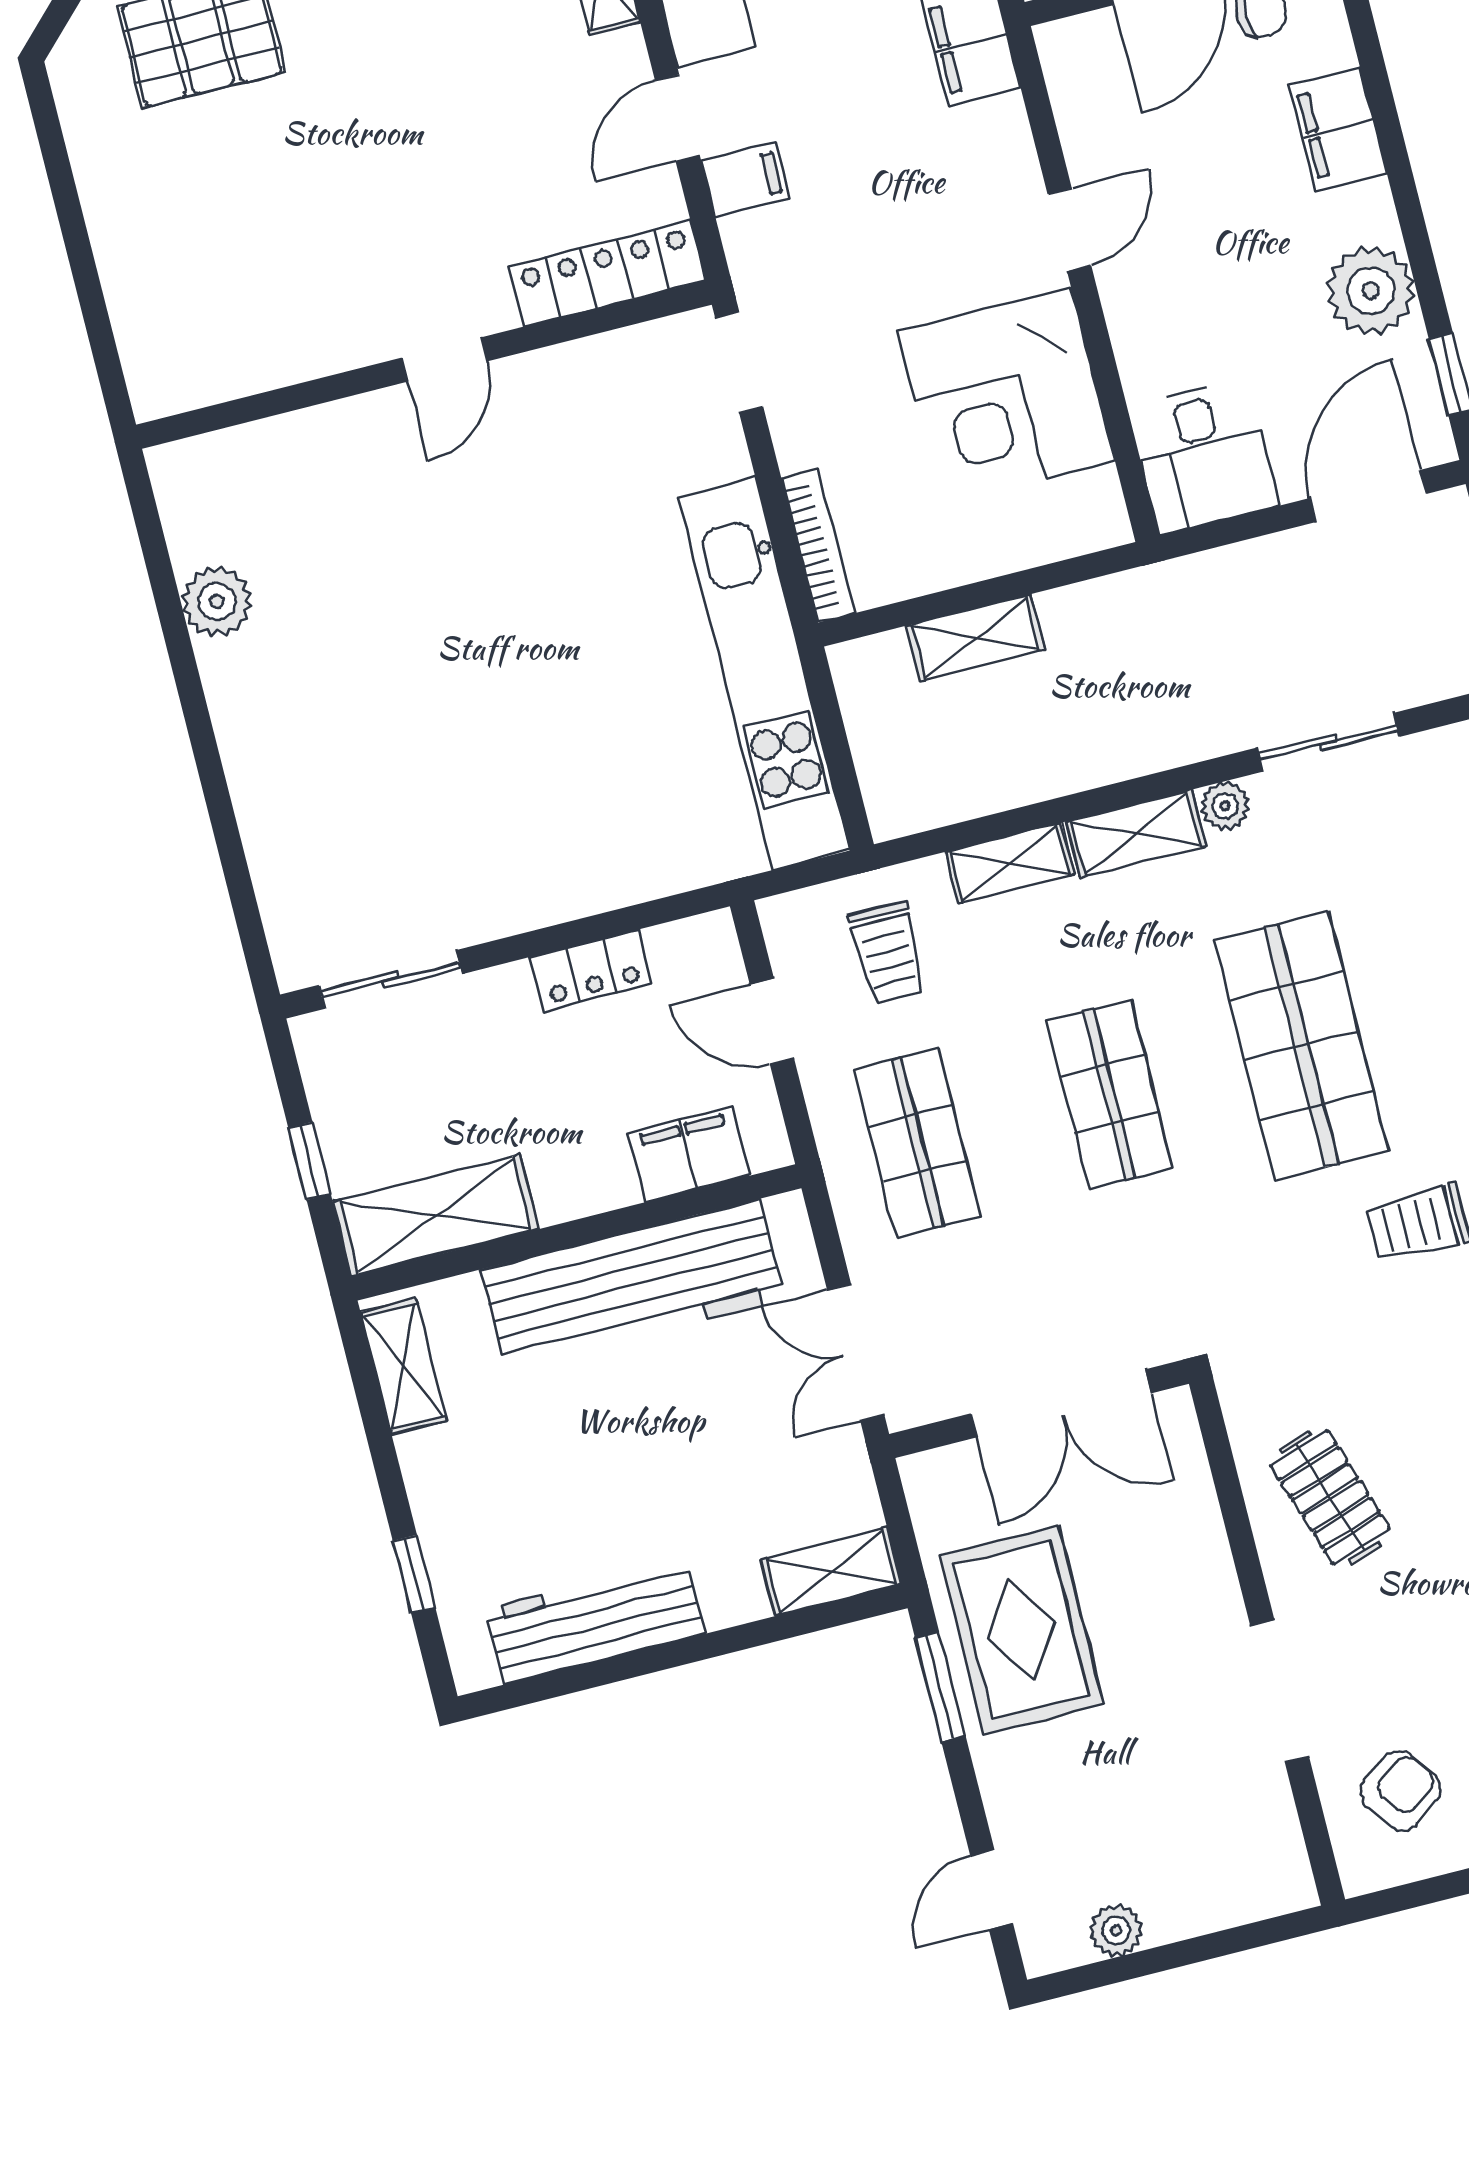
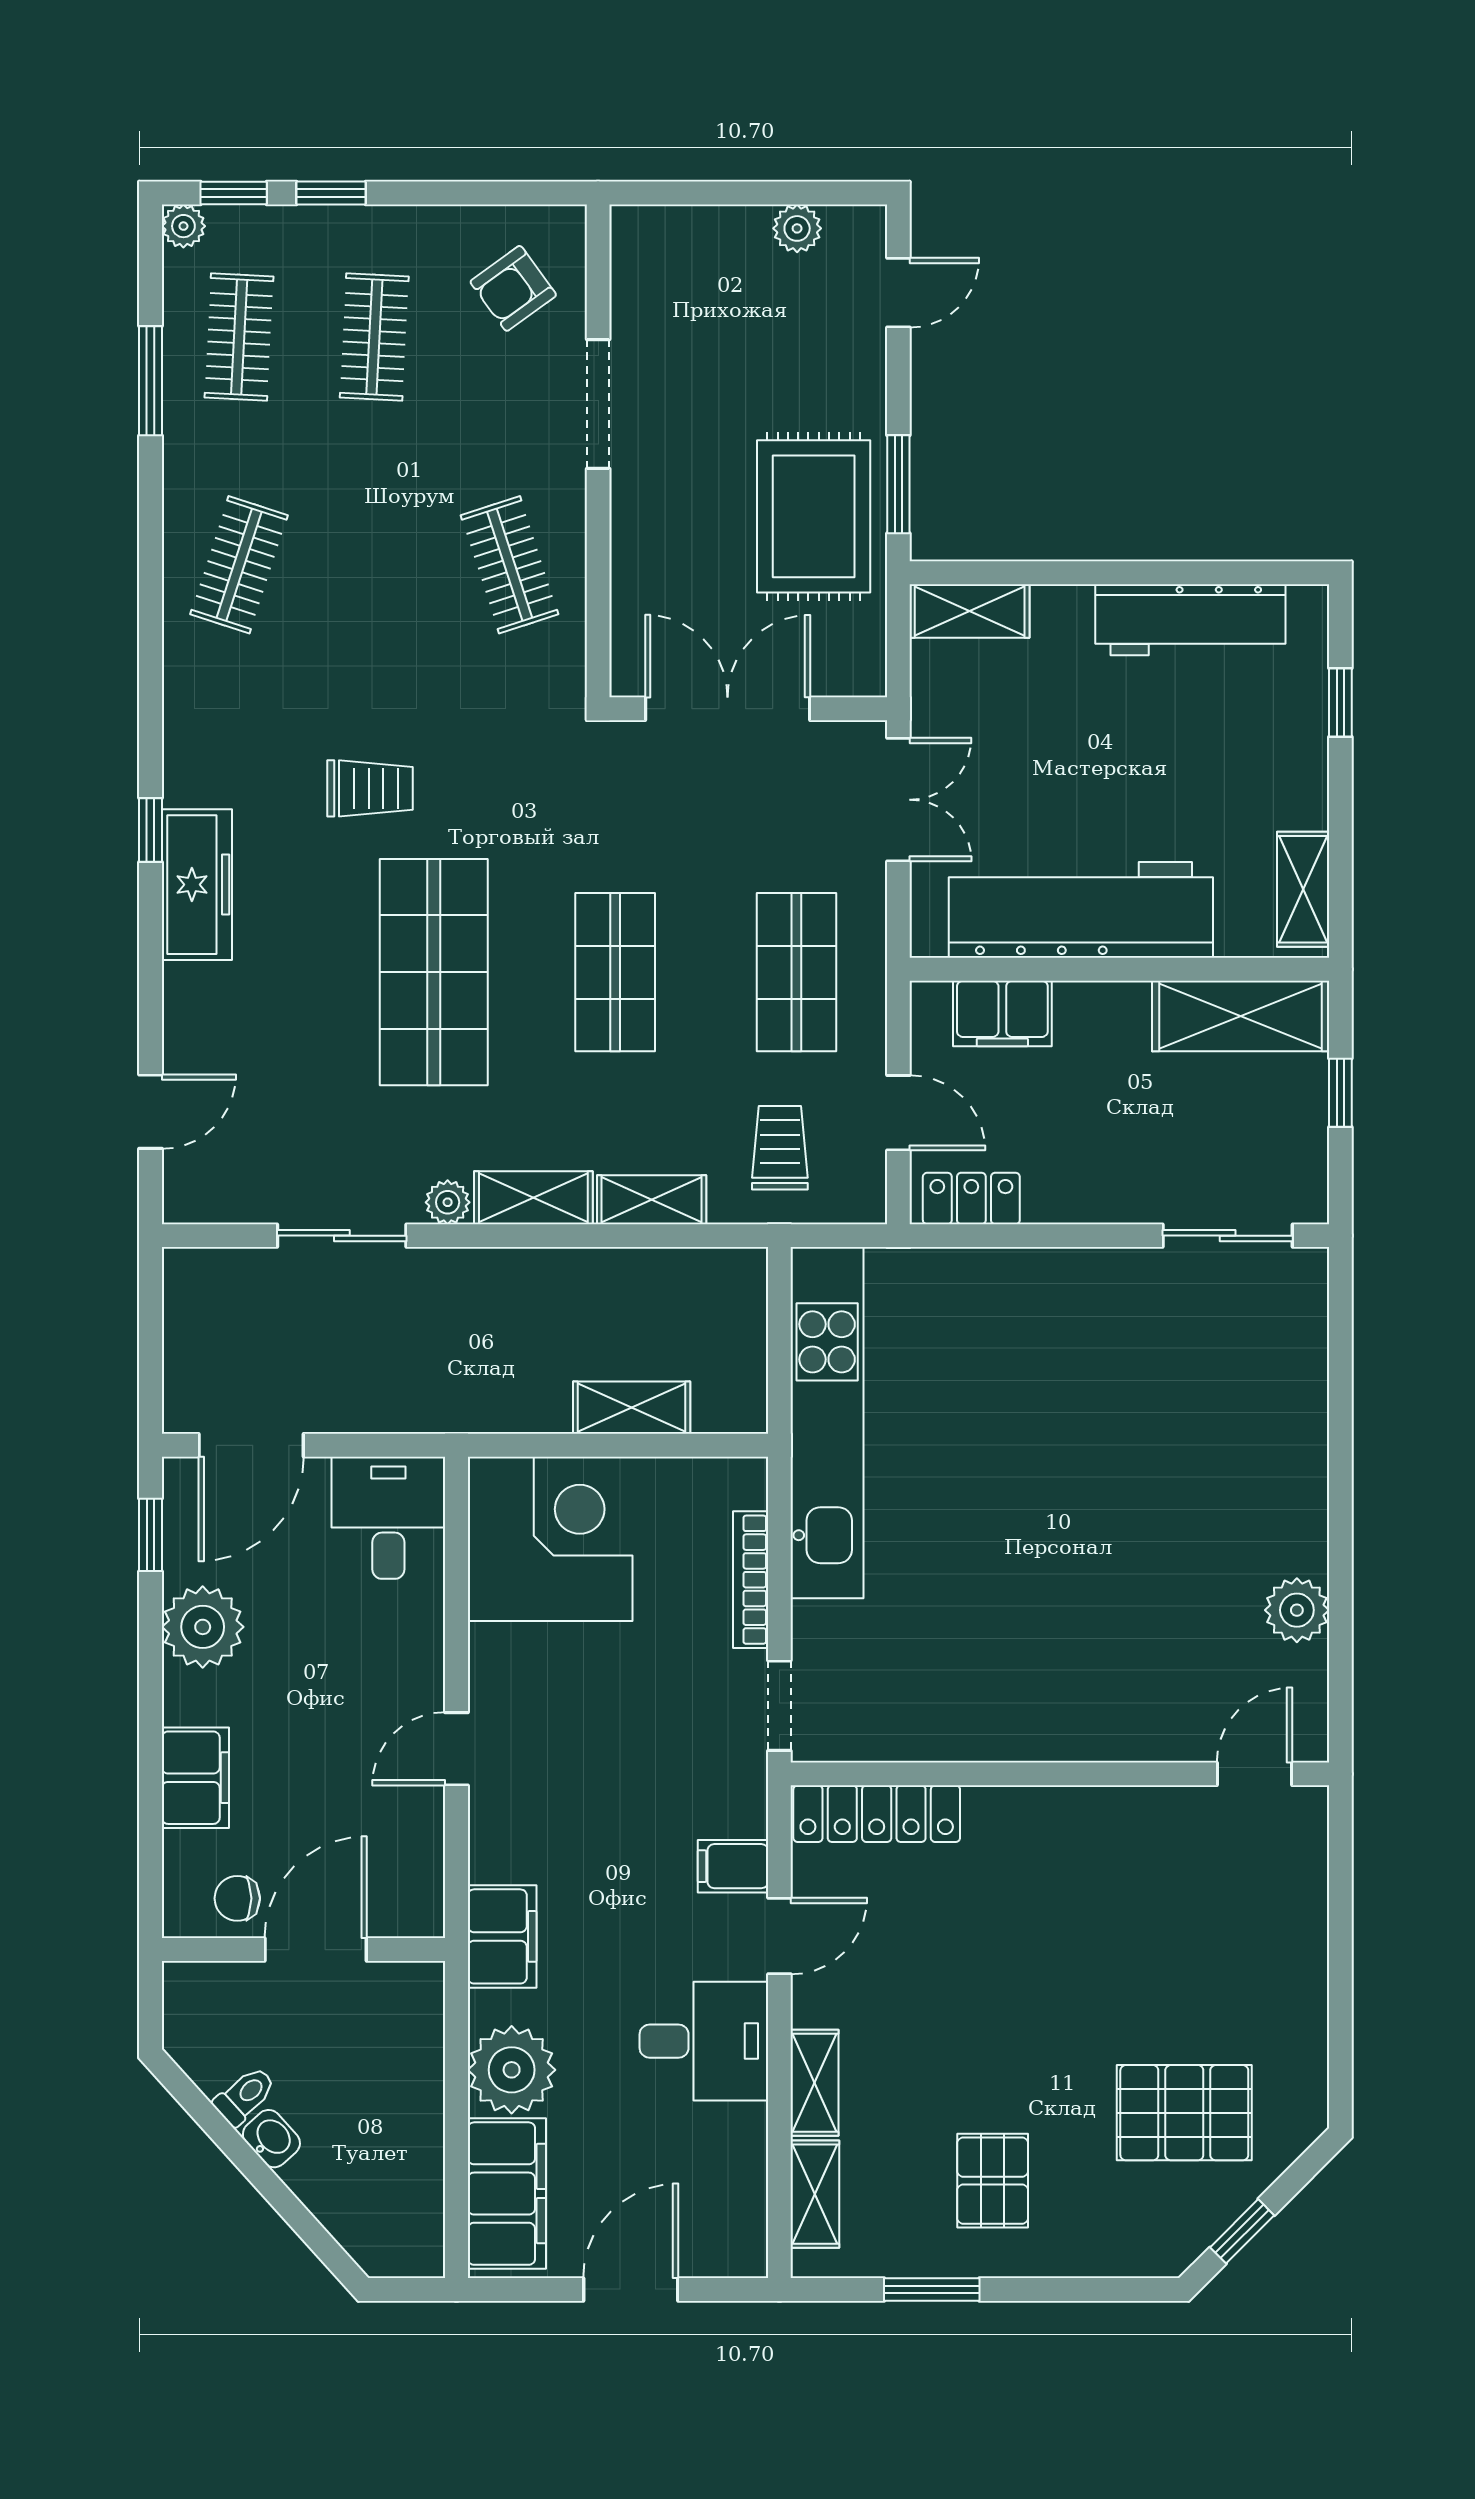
door: (444, 360) -> (1255, 1774), moved
corner desk: (1006, 396) -> (550, 1539), moved
bookcase: (818, 545) -> (751, 1580), moved
locker: (591, 971) -> (971, 1198), moved

